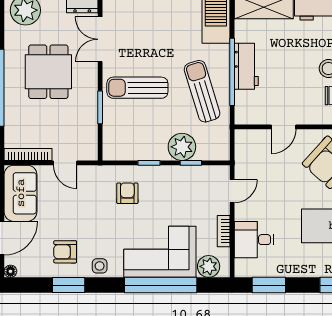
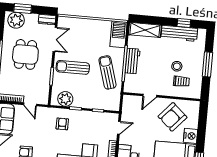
double door: (100, 39) -> (55, 39), swing flipped
plant: (182, 147) -> (65, 99), moved

